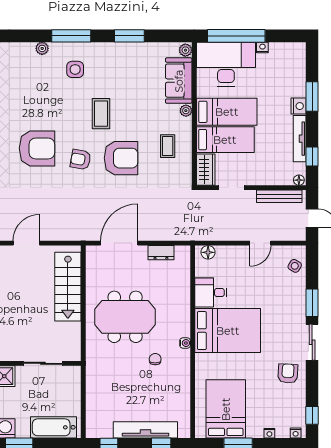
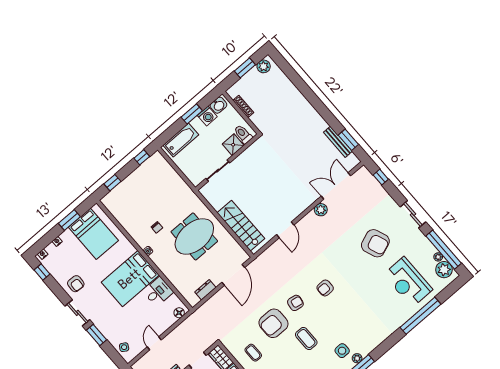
plant: (42, 48) -> (357, 358), moved
armchair: (37, 148) -> (325, 288), width x0.53, depth x0.53
tv unit: (145, 430) -> (128, 183), removed

